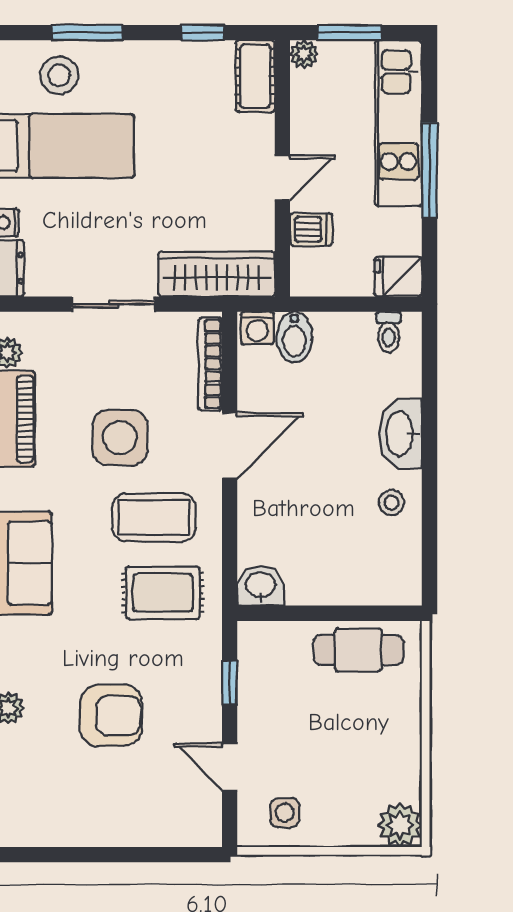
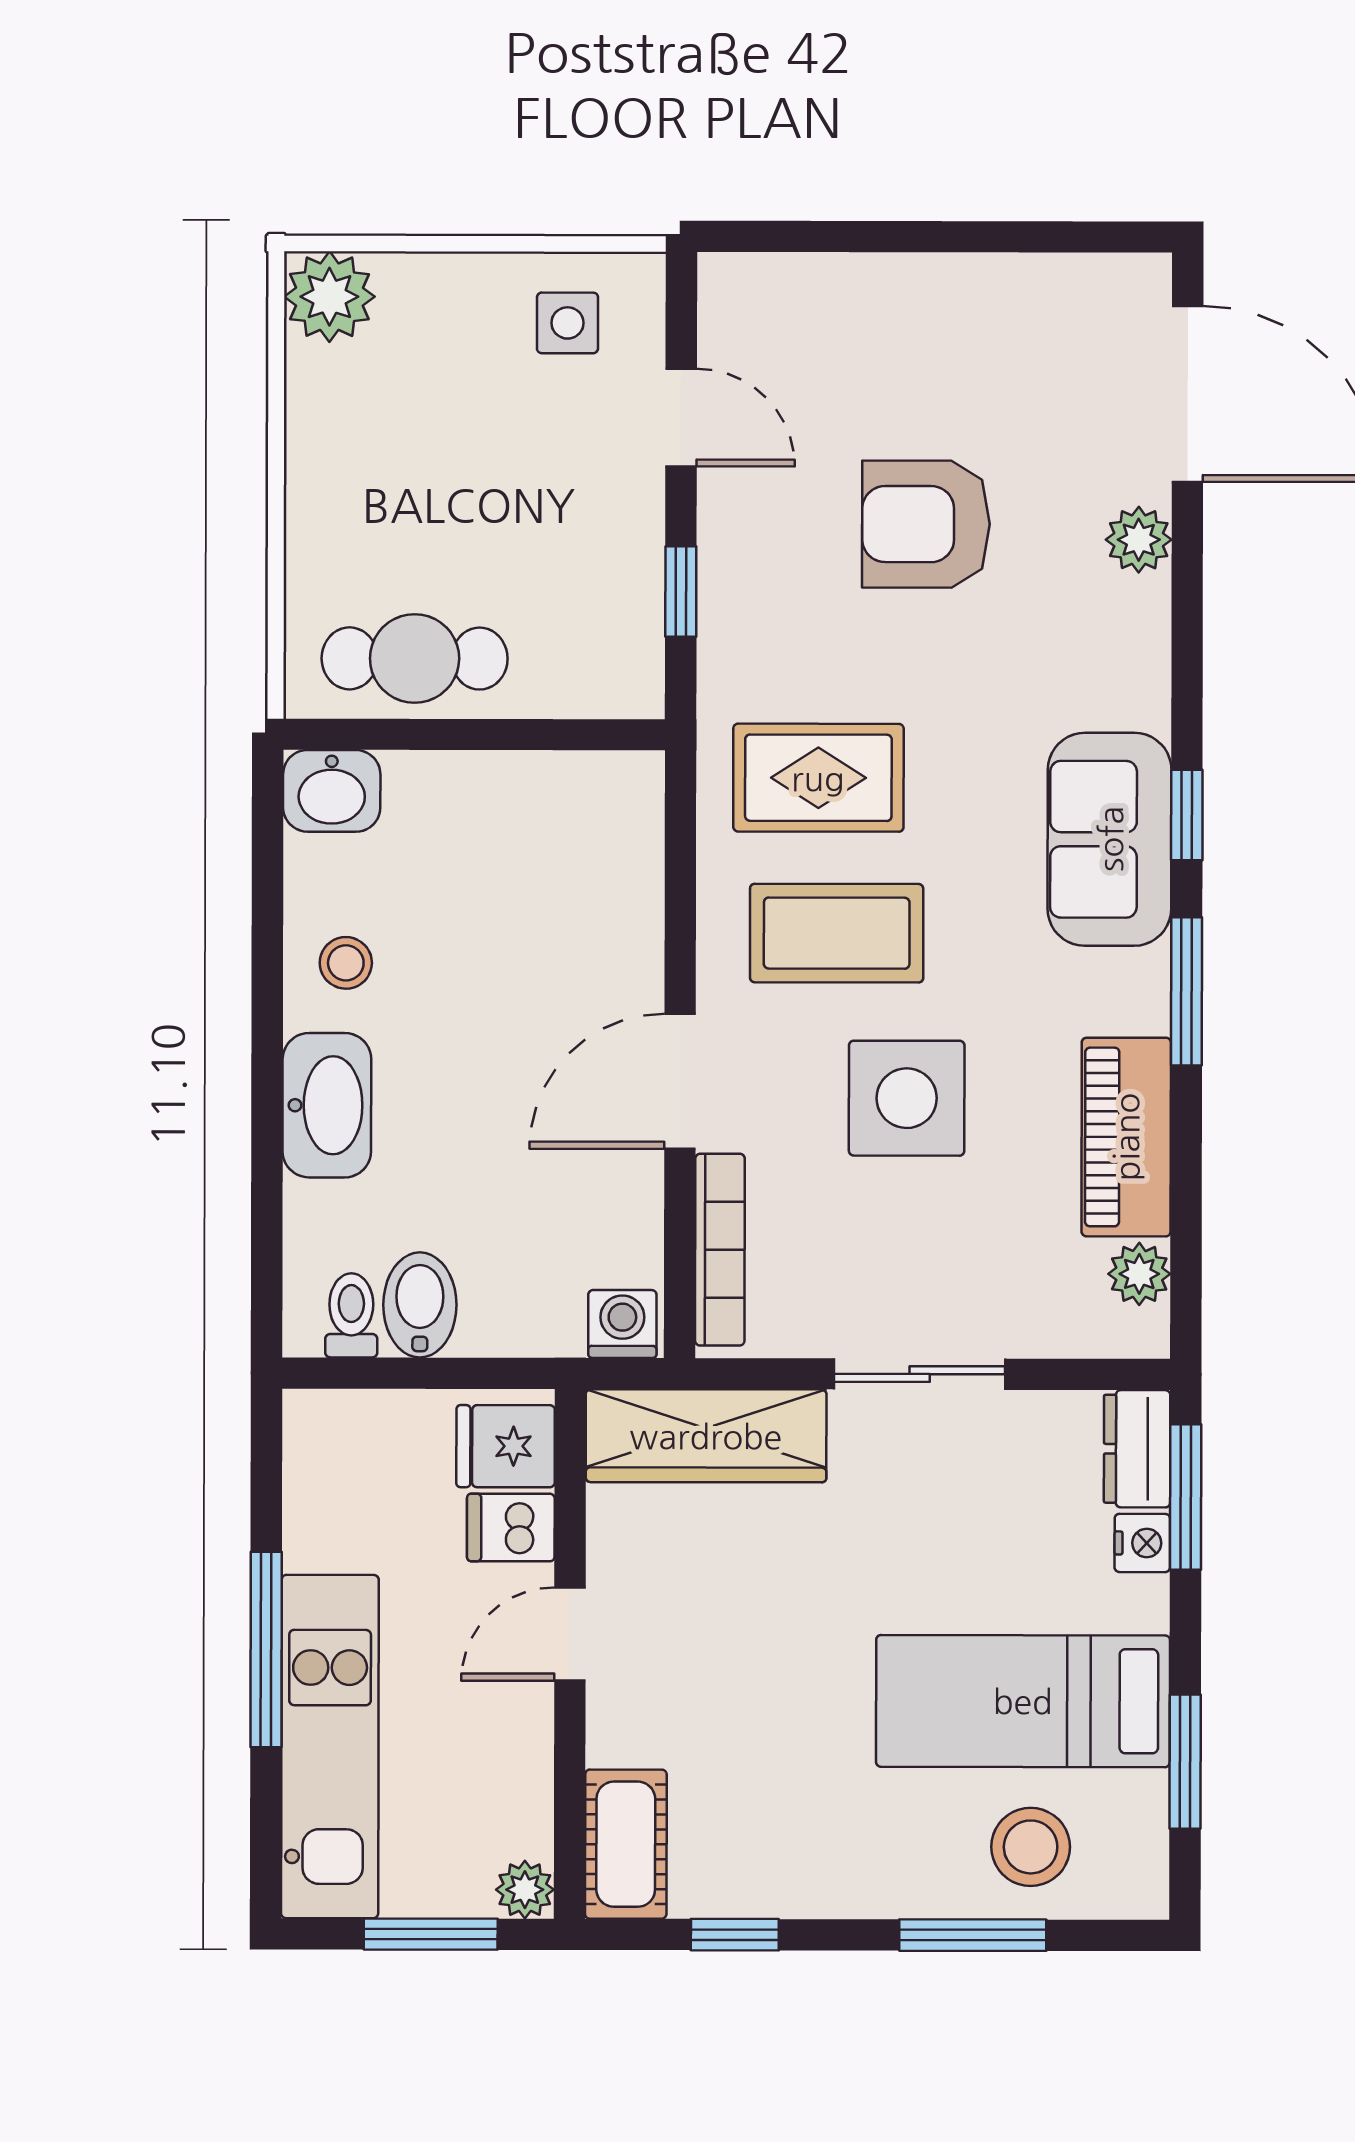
fridge: (398, 277) -> (506, 1446), moved, turned 180
bidet: (294, 337) -> (420, 1305), moved
washbasin: (261, 586) -> (332, 791), moved

